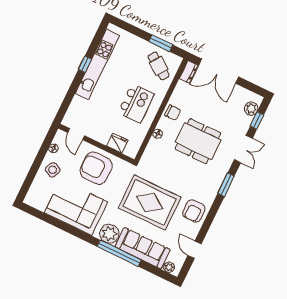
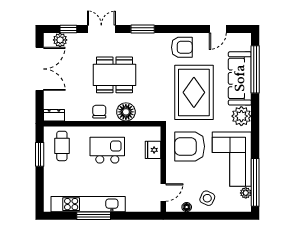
window: (85, 64) -> (94, 216), width x2.17
cafe table: (159, 66) -> (62, 146), turned -34
double door: (219, 71) -> (40, 69), moved
floor lamp: (158, 134) -> (126, 112), width x1.89, depth x1.89
dining table: (198, 141) -> (114, 75), turned 90
armchair: (96, 168) -> (190, 146), moved, turned 90
window: (46, 218) -> (255, 182), added
window: (119, 253) -> (255, 69), moved
plant: (169, 267) -> (246, 193), moved

